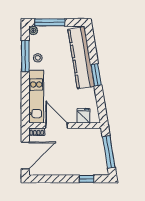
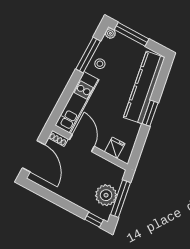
door: (25, 155) -> (34, 156), hinge flipped
plant: (96, 155) -> (106, 195), added
window: (86, 179) -> (94, 220), moved

